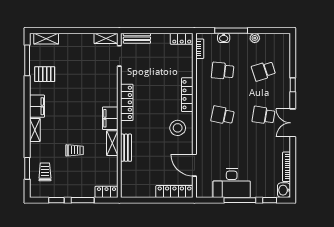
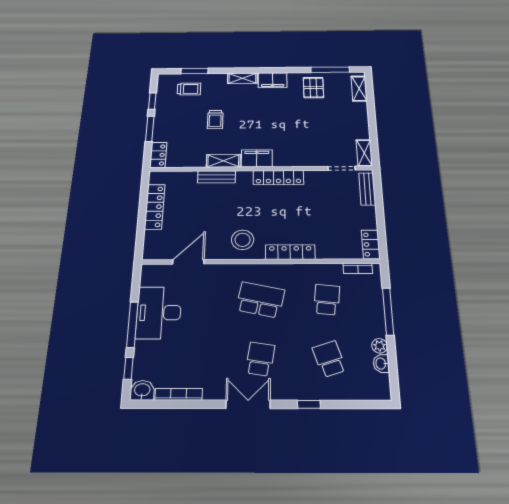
washbasin: (224, 38) -> (381, 364), moved
school desk: (223, 115) -> (260, 300), width x1.85
locker: (174, 192) -> (155, 207), moved

